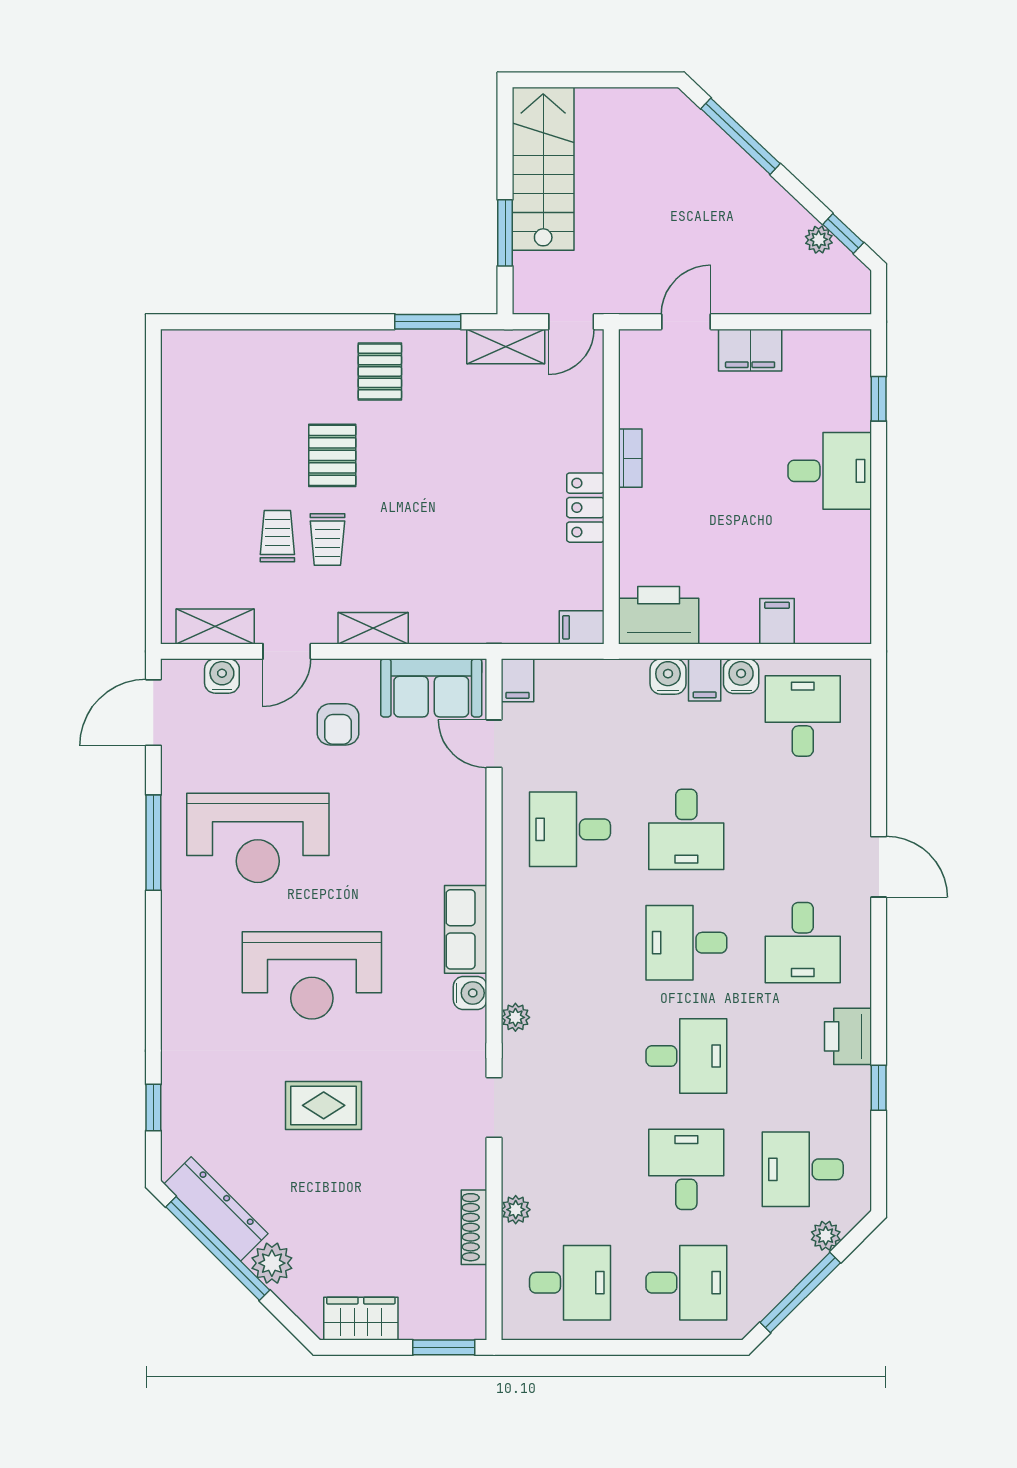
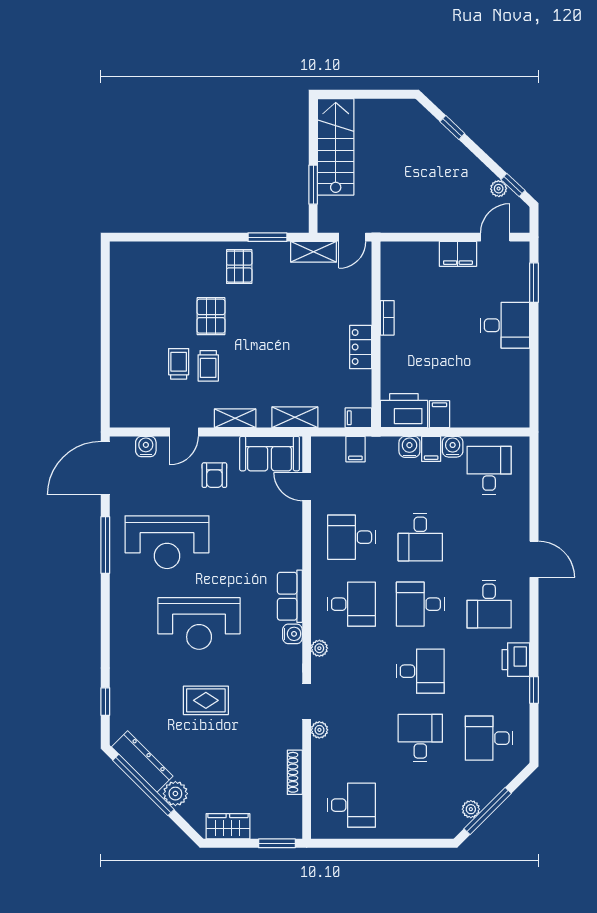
window: (740, 136) -> (452, 127), width x0.46
door: (686, 322) -> (495, 237), moved
window: (879, 399) -> (534, 283), width x1.50
filing cabinet: (777, 621) -> (439, 414), moved
shelving: (215, 627) -> (295, 417), moved
filing cabinet: (518, 680) -> (355, 449), moved
door: (153, 713) -> (105, 468), width x1.36
plant: (516, 1210) -> (319, 730), moved
plant: (826, 1236) -> (471, 809), moved
desk: (686, 1283) -> (352, 604), moved

